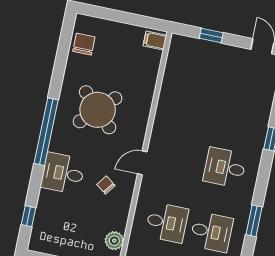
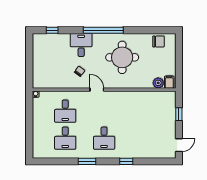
round table: (98, 110) -> (122, 57), turned 45
desk: (225, 168) -> (104, 138), turned 180
window: (254, 221) -> (87, 161), moved
plant: (114, 241) -> (158, 83), moved

